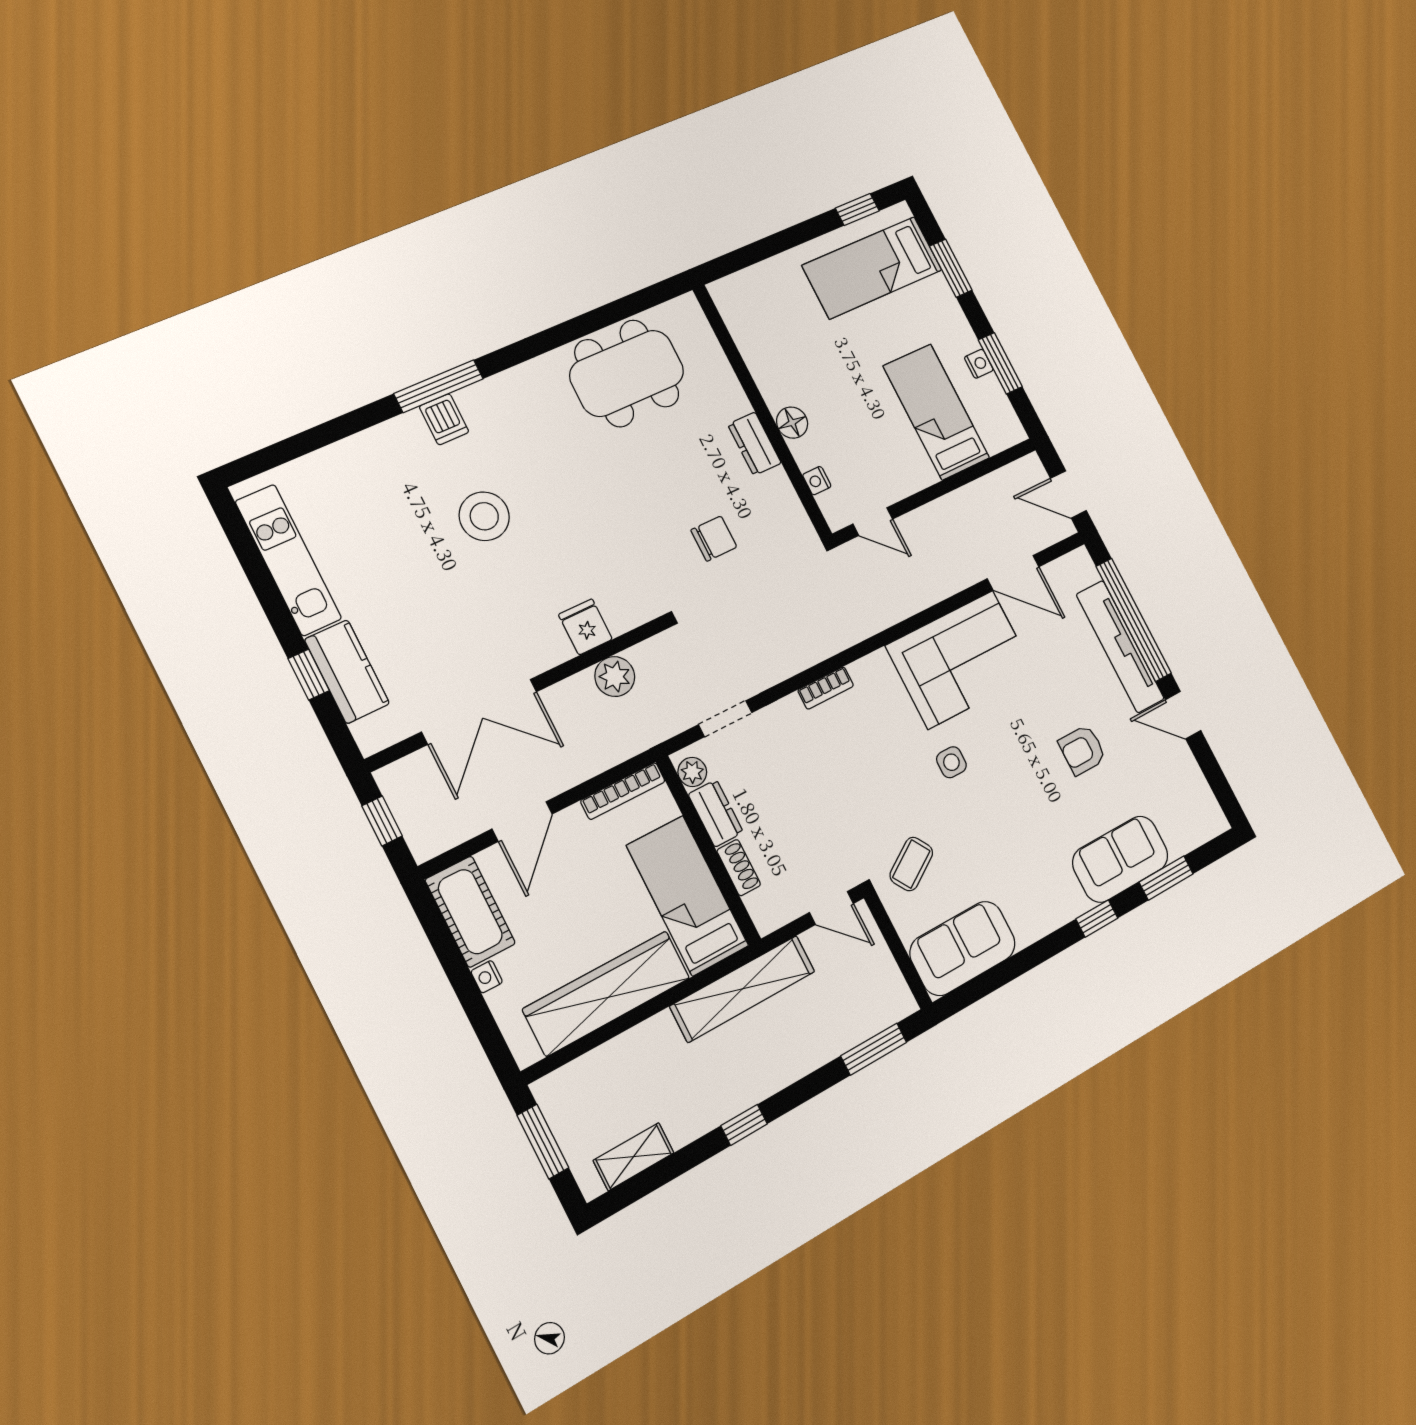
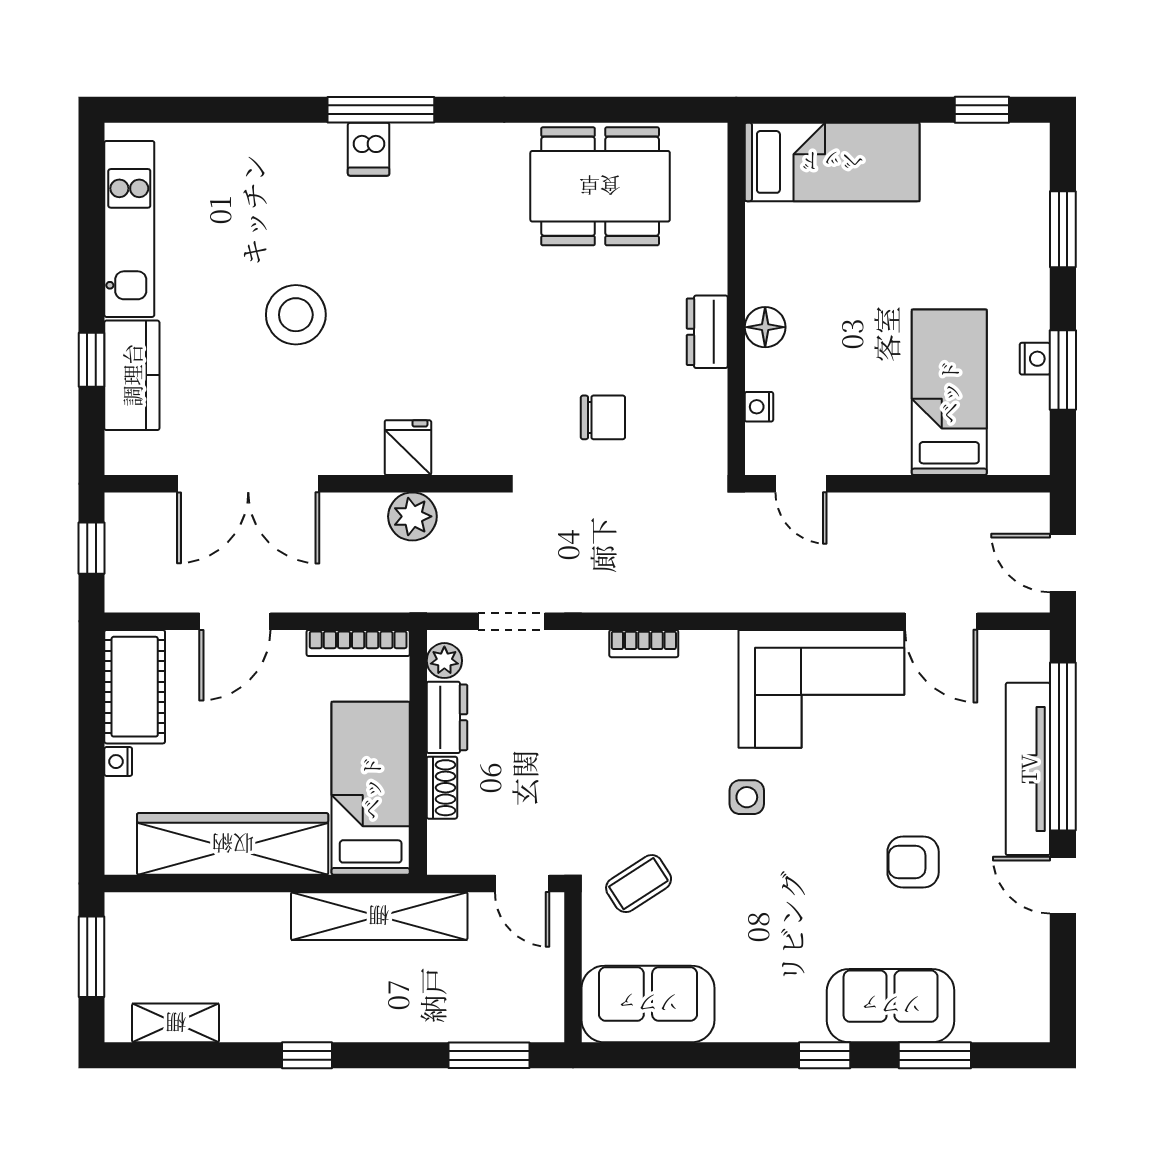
bed: (872, 268) -> (832, 162), moved, turned 180
stool: (484, 516) -> (296, 315), moved

